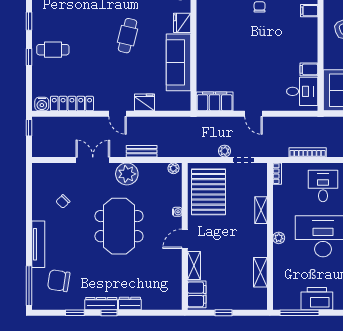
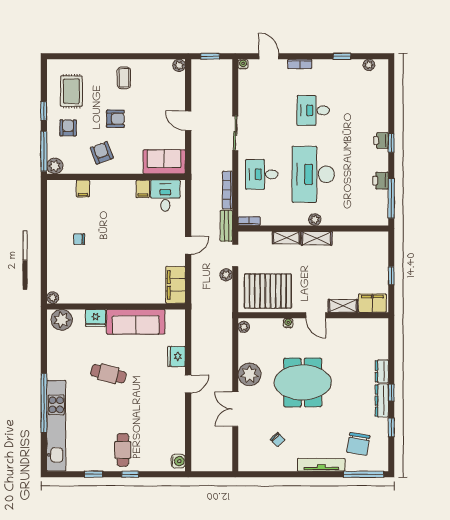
locker: (72, 104) -> (178, 430), removed
window: (29, 128) -> (202, 474), removed
bench: (142, 151) -> (226, 226), moved
shelving: (260, 272) -> (317, 238), moved
printer: (317, 299) -> (381, 181), width x0.53, depth x0.68

